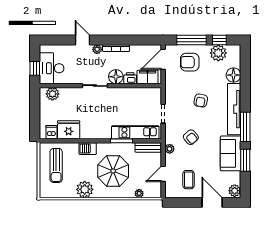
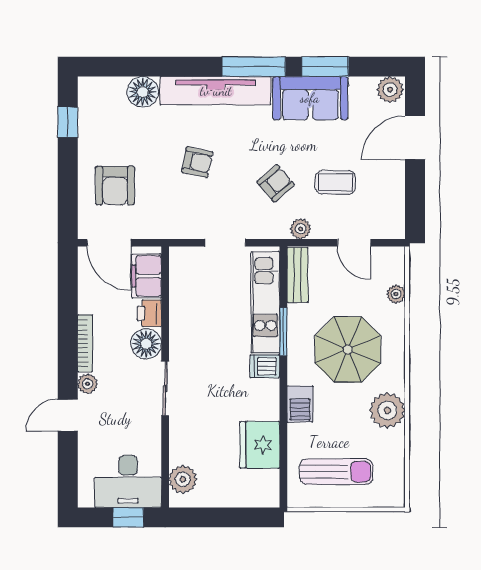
window: (192, 40) -> (68, 182), removed
plant: (218, 53) -> (95, 125), removed
dishwasher: (51, 132) -> (265, 366), moved
coffee table: (189, 180) -> (335, 182), moved

